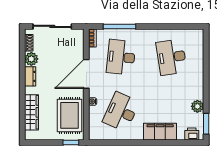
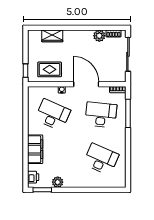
desk: (171, 57) -> (101, 159), turned 33
dresser: (30, 76) -> (84, 35), removed
wardrobe: (31, 112) -> (52, 36), width x0.67
rug: (70, 115) -> (50, 69), width x0.73, depth x0.70

